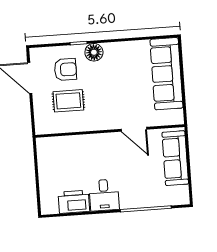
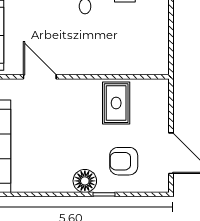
rug: (68, 101) -> (116, 103), moved, turned 90

